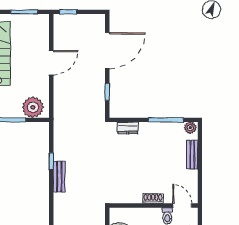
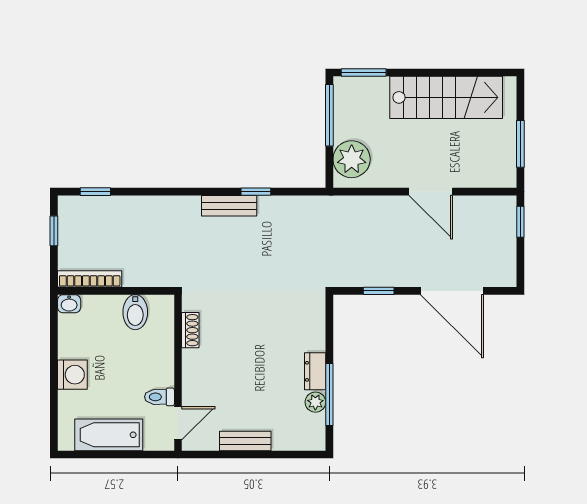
dresser: (128, 128) -> (315, 371), moved
plant: (190, 128) -> (315, 402), moved
bench: (192, 155) -> (245, 441), moved
shoe rack: (153, 198) -> (190, 330), moved

